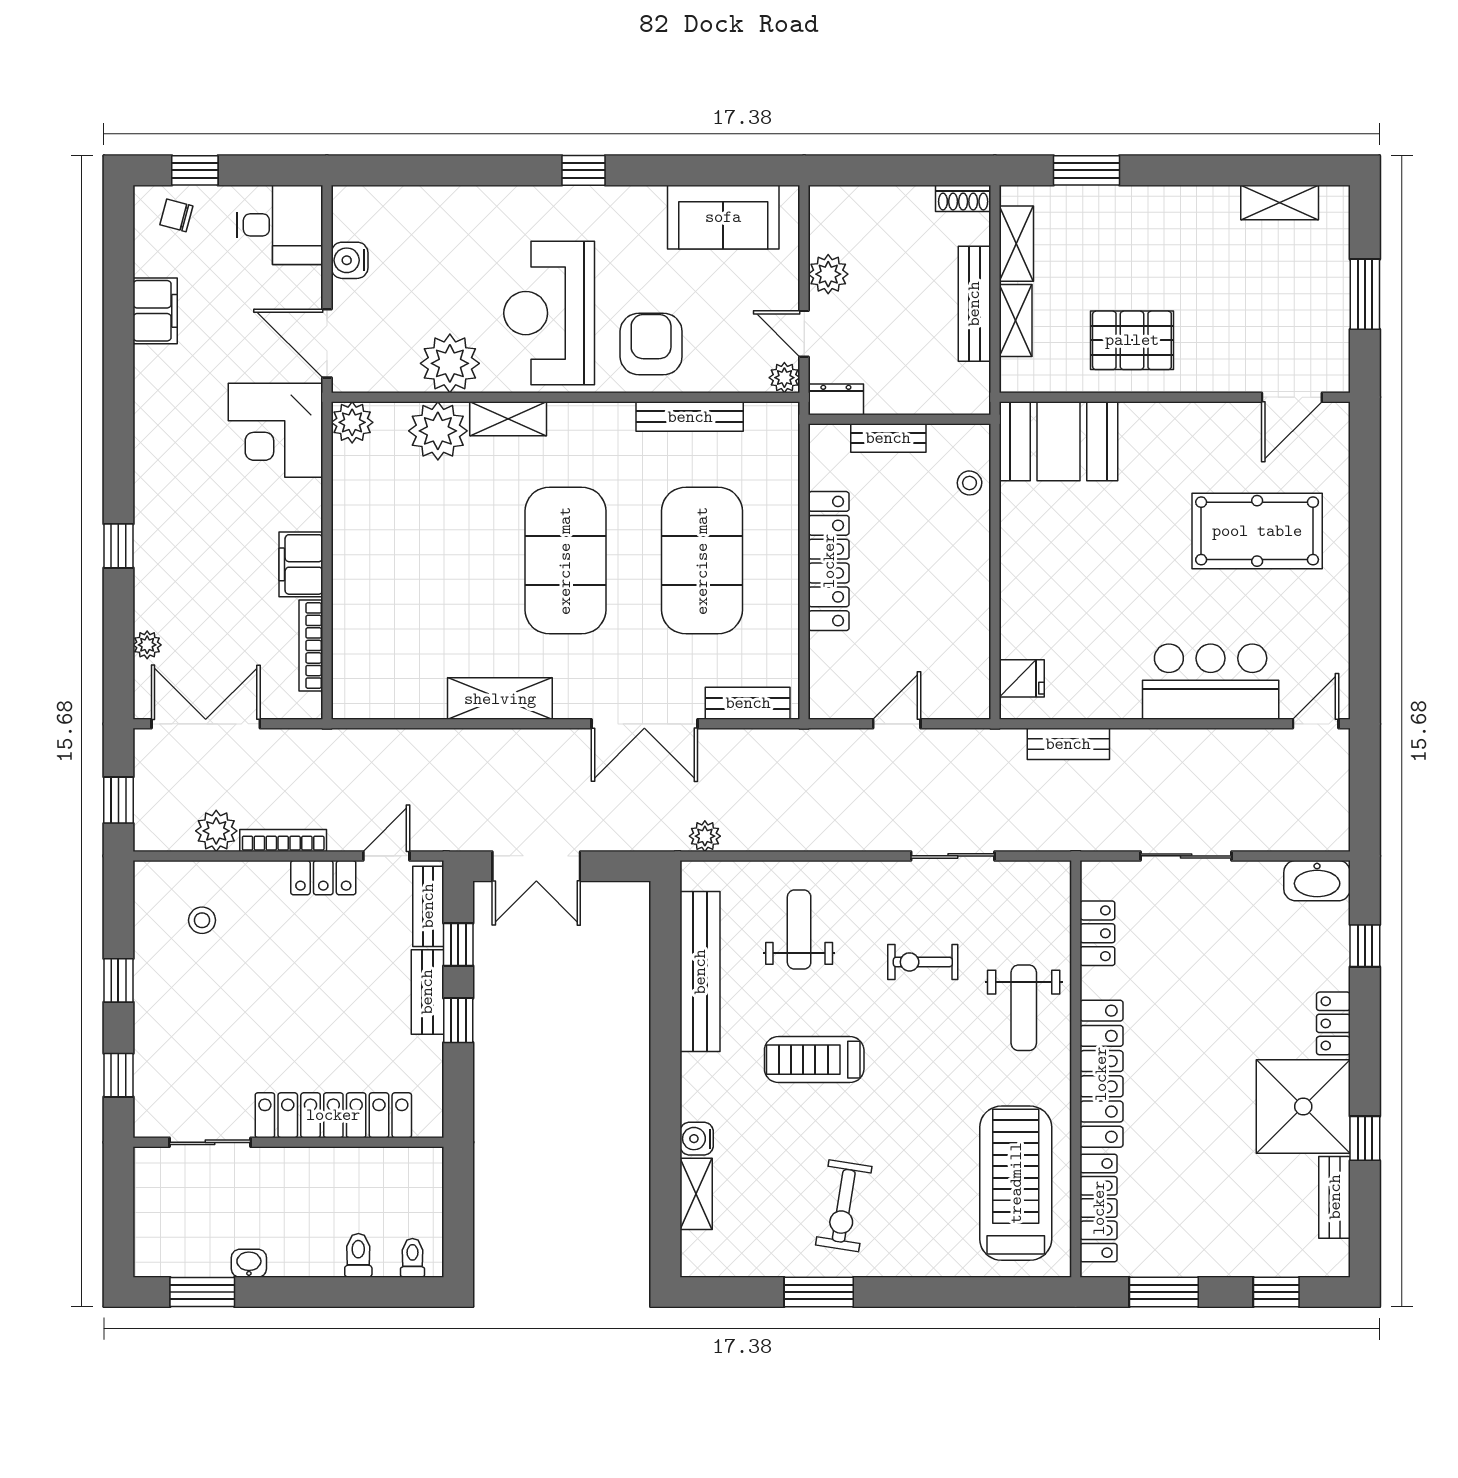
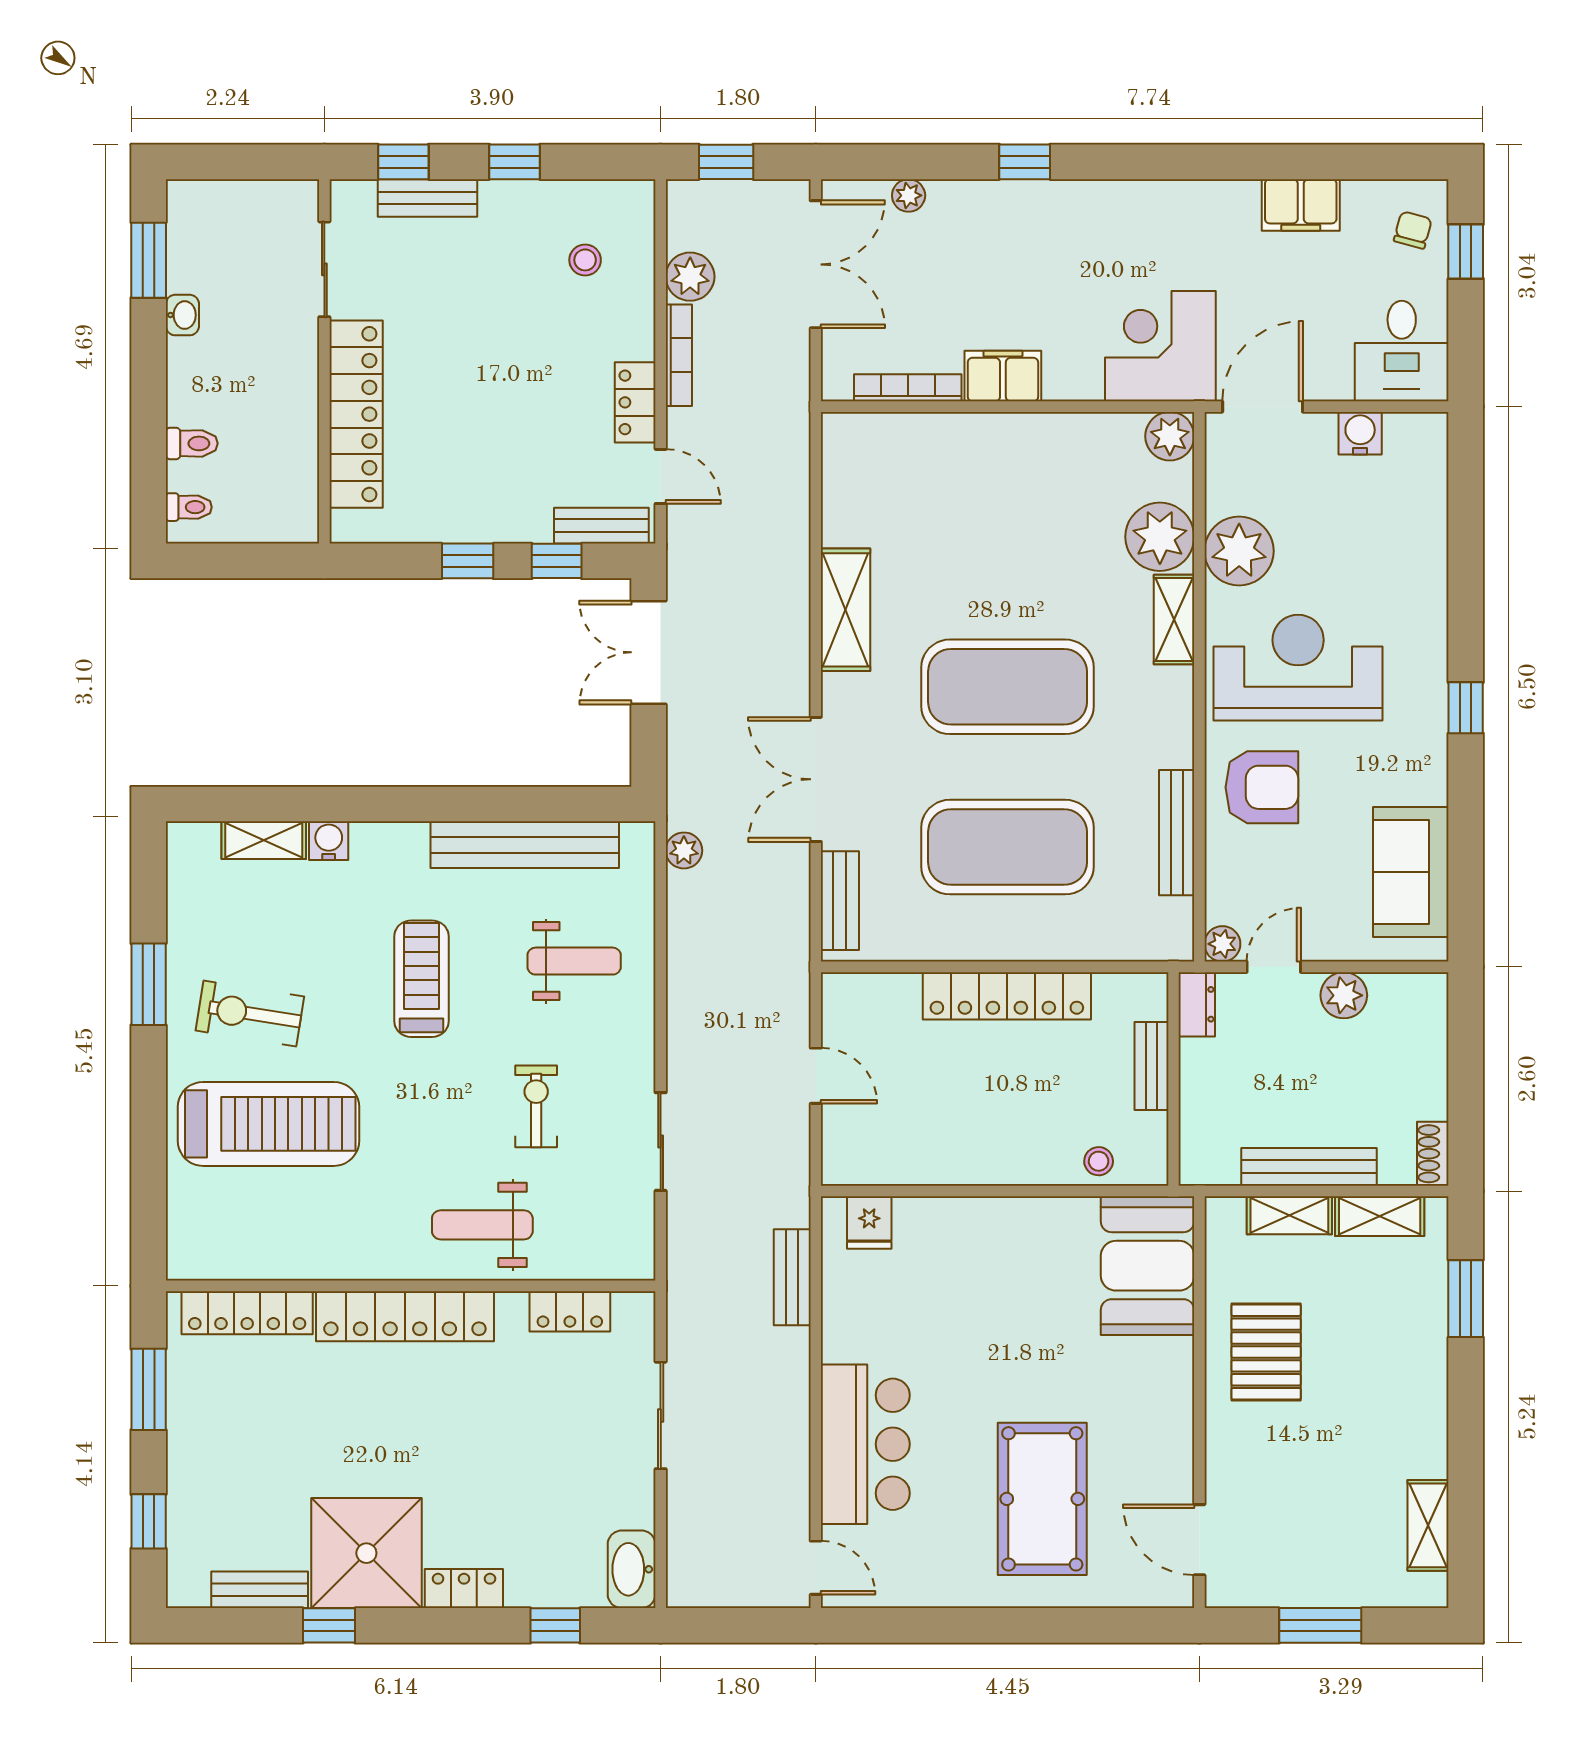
bench: (427, 992) -> (428, 198), moved
treadmill: (1016, 1183) -> (268, 1124), moved

